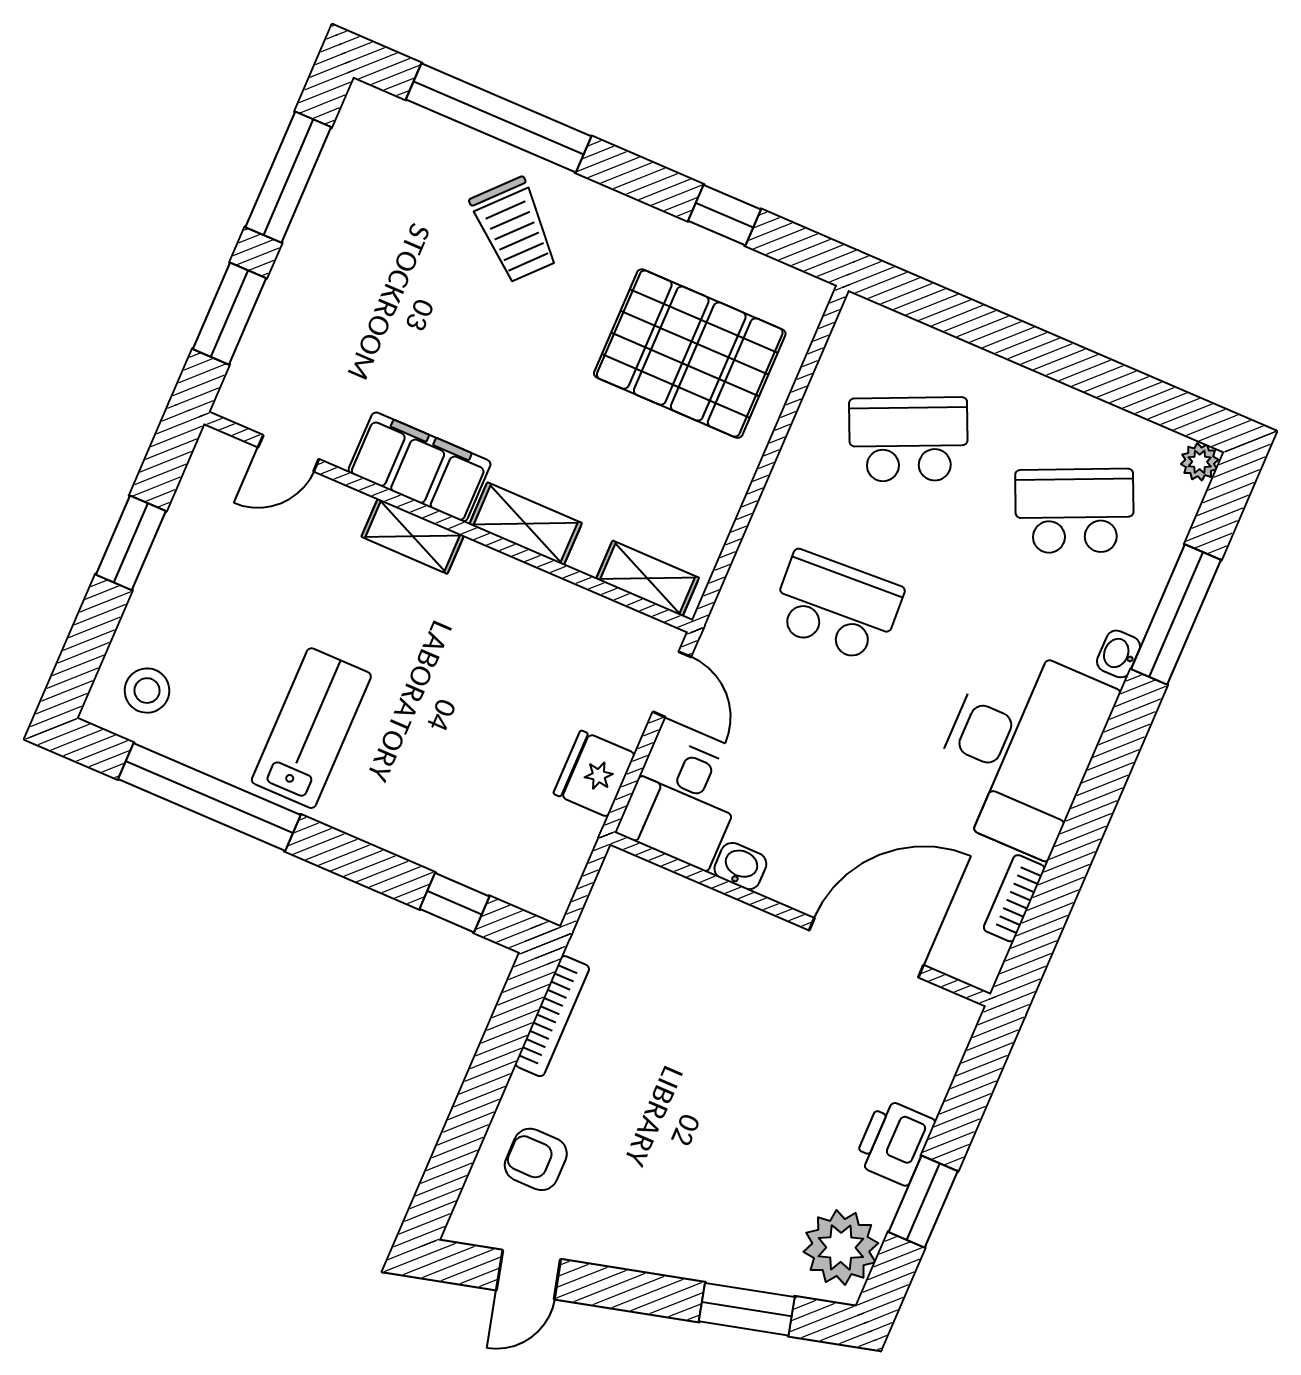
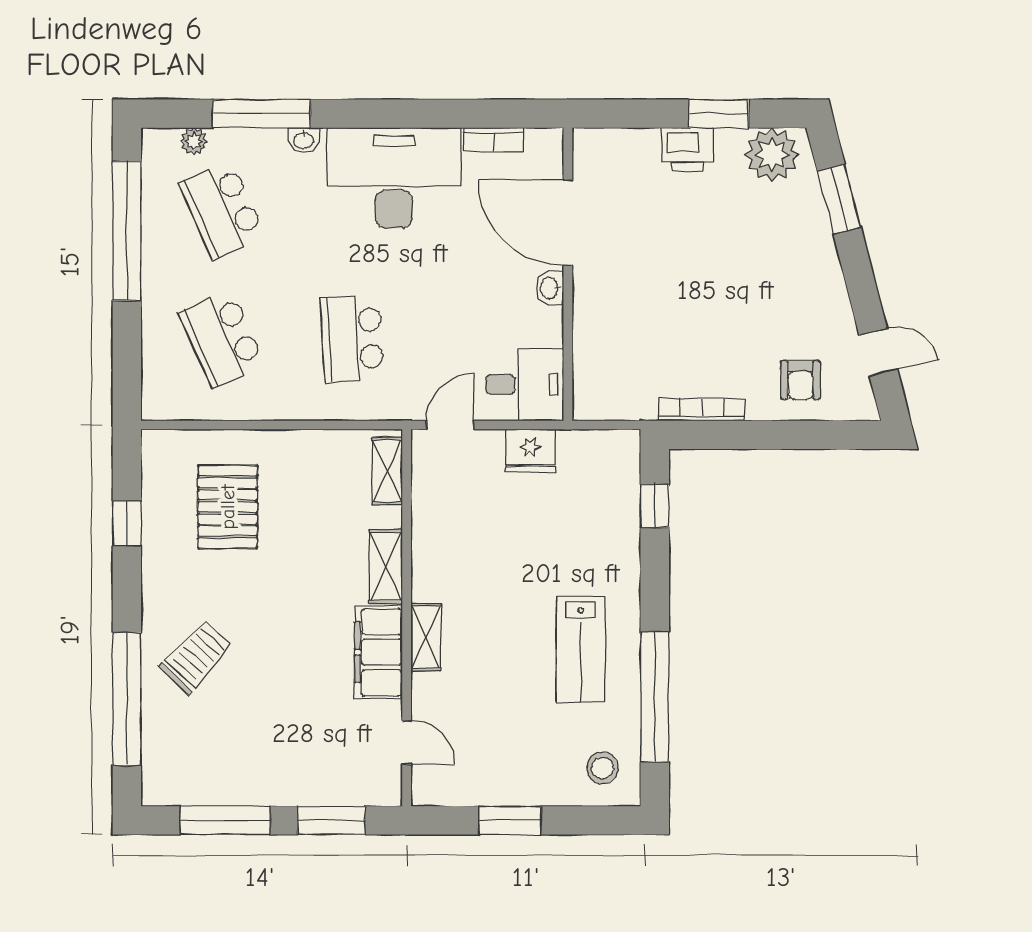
pallet: (690, 354) -> (228, 507), width x0.73, depth x0.71
window: (1100, 377) -> (127, 231), added
plant: (1200, 462) -> (194, 141), moved
lab bench: (311, 728) -> (581, 649), turned -90
washbasin: (740, 866) -> (550, 288), moved

